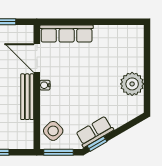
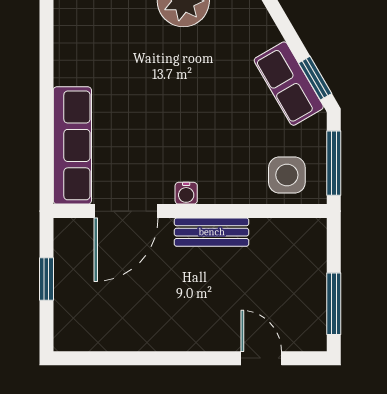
bench: (27, 97) -> (212, 232), width x0.73
side table: (53, 131) -> (287, 175), turned 45

